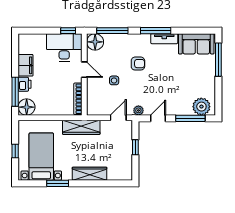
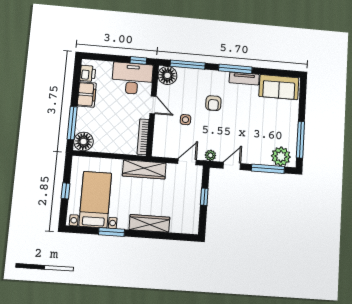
window: (218, 60) -> (300, 140), moved
armchair: (138, 64) -> (213, 103), turned 90
printer: (25, 84) -> (88, 73), moved

